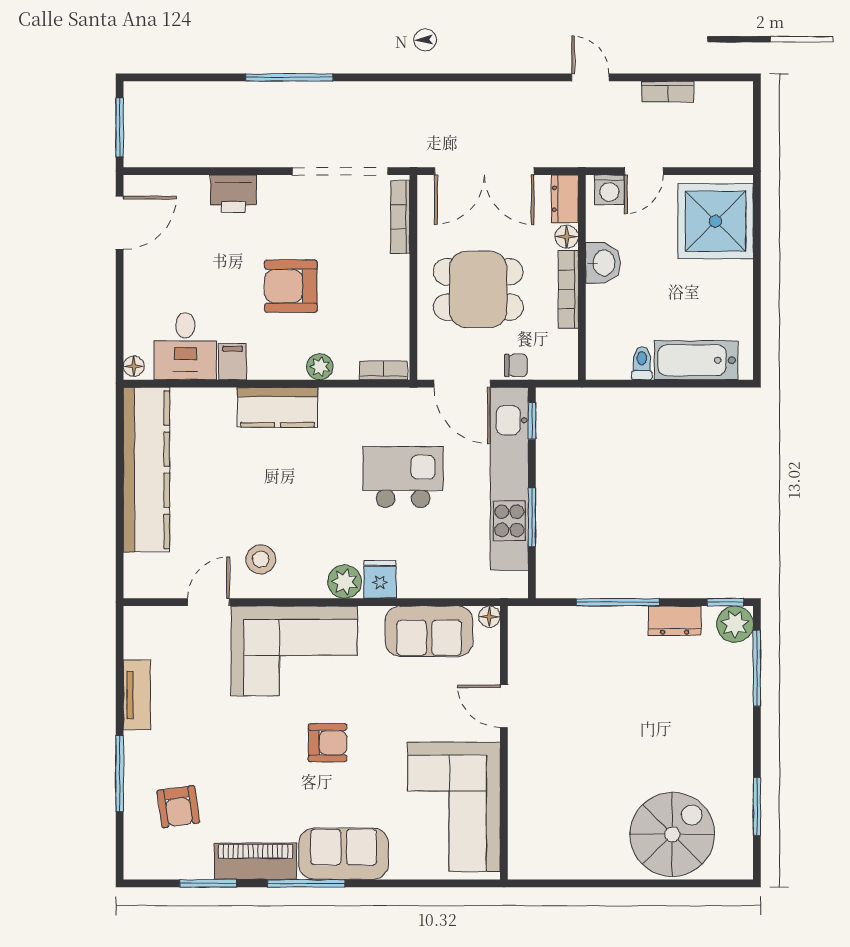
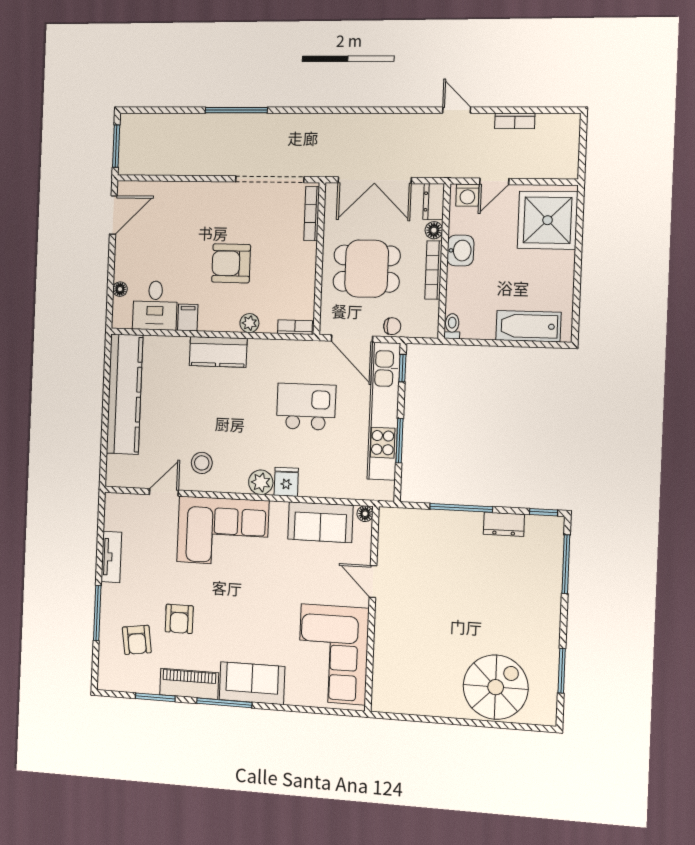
printer: (233, 194) -> (193, 195), removed
toilet: (642, 363) -> (452, 326), moved
floor lamp: (134, 366) -> (120, 289), moved
plant: (735, 624) -> (550, 529), removed
armchair: (328, 743) -> (179, 619), moved, turned 90

